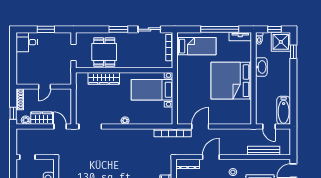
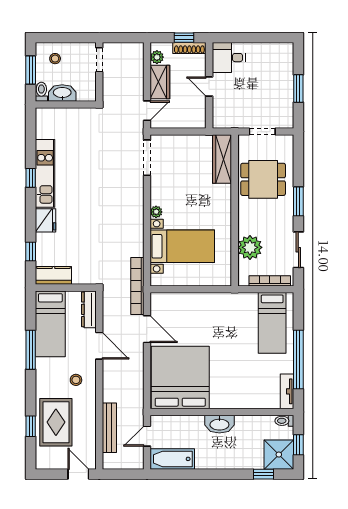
desk: (27, 42) -> (229, 58), moved, turned -90
plant: (148, 60) -> (250, 247), added
washbasin: (261, 67) -> (219, 424), moved
wardrobe: (104, 78) -> (222, 159), moved
bed: (231, 81) -> (180, 377), moved
bed with nightstands: (152, 90) -> (182, 246), moved, turned 90
window: (13, 113) -> (184, 38), moved

